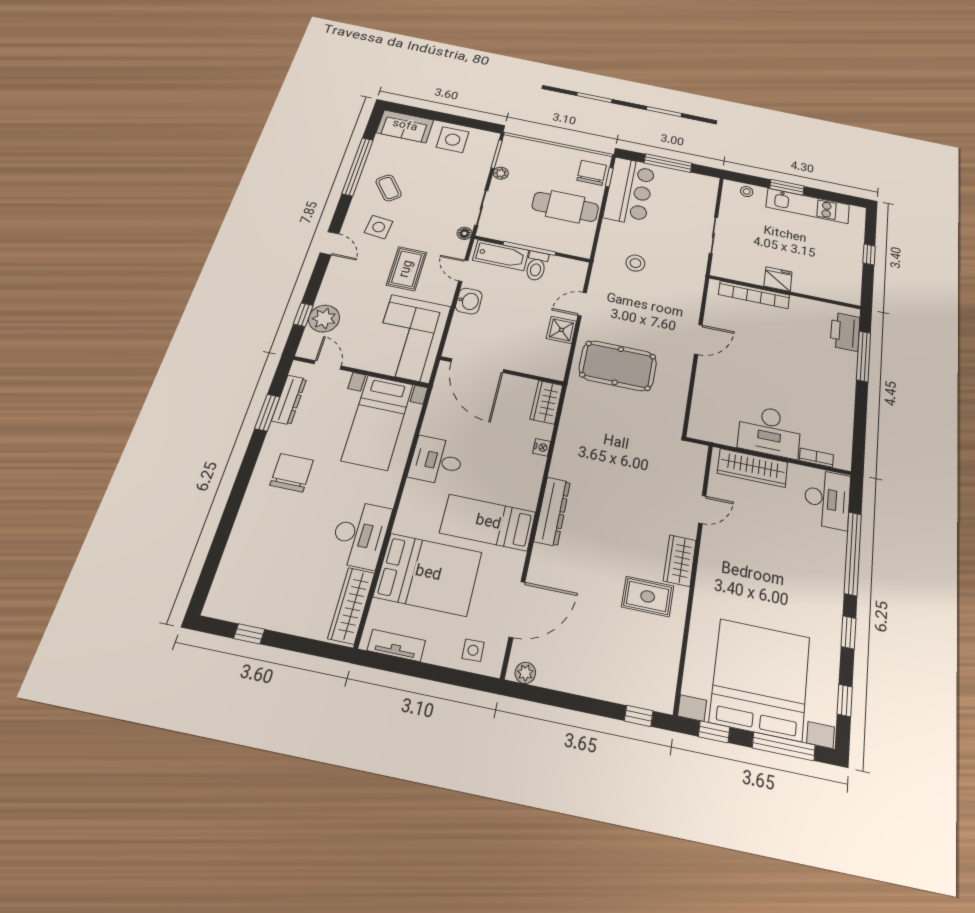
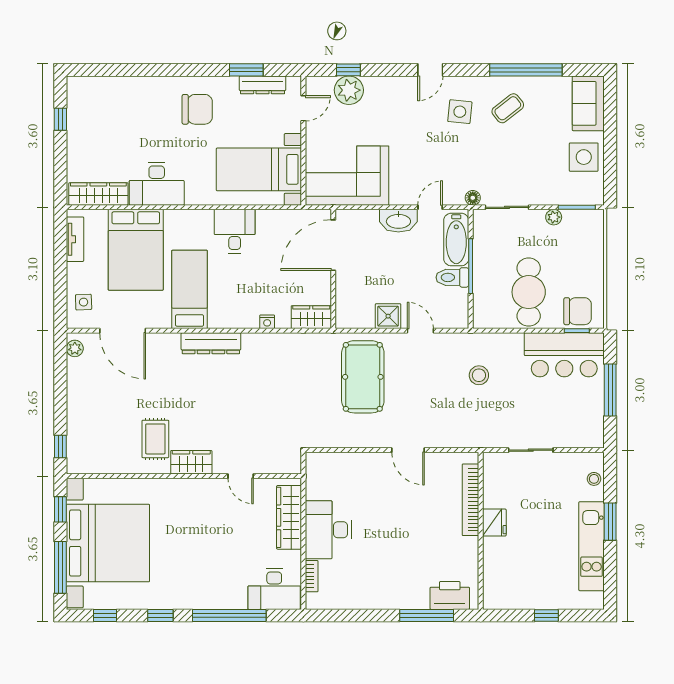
rug: (407, 269) -> (420, 152), removed
washbasin: (469, 301) -> (398, 221), width x1.38

